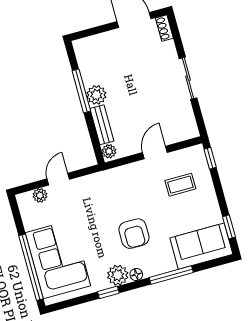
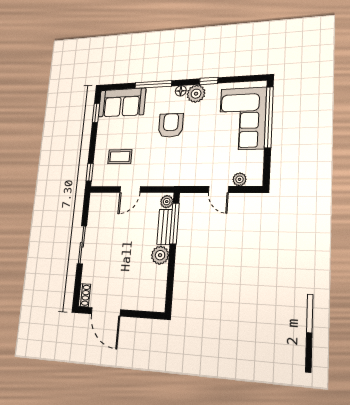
window: (81, 91) -> (174, 223), moved
door: (58, 179) -> (218, 189), hinge flipped

